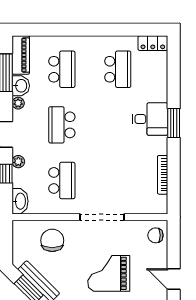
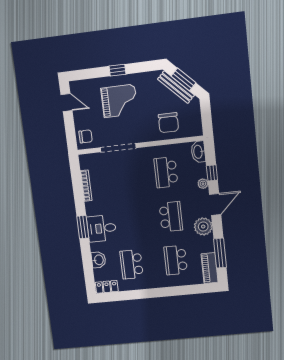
washbasin: (21, 86) -> (99, 260), moved, turned 180
plant: (18, 103) -> (203, 227), width x1.88, depth x1.88
doorway: (102, 217) -> (118, 148), moved

